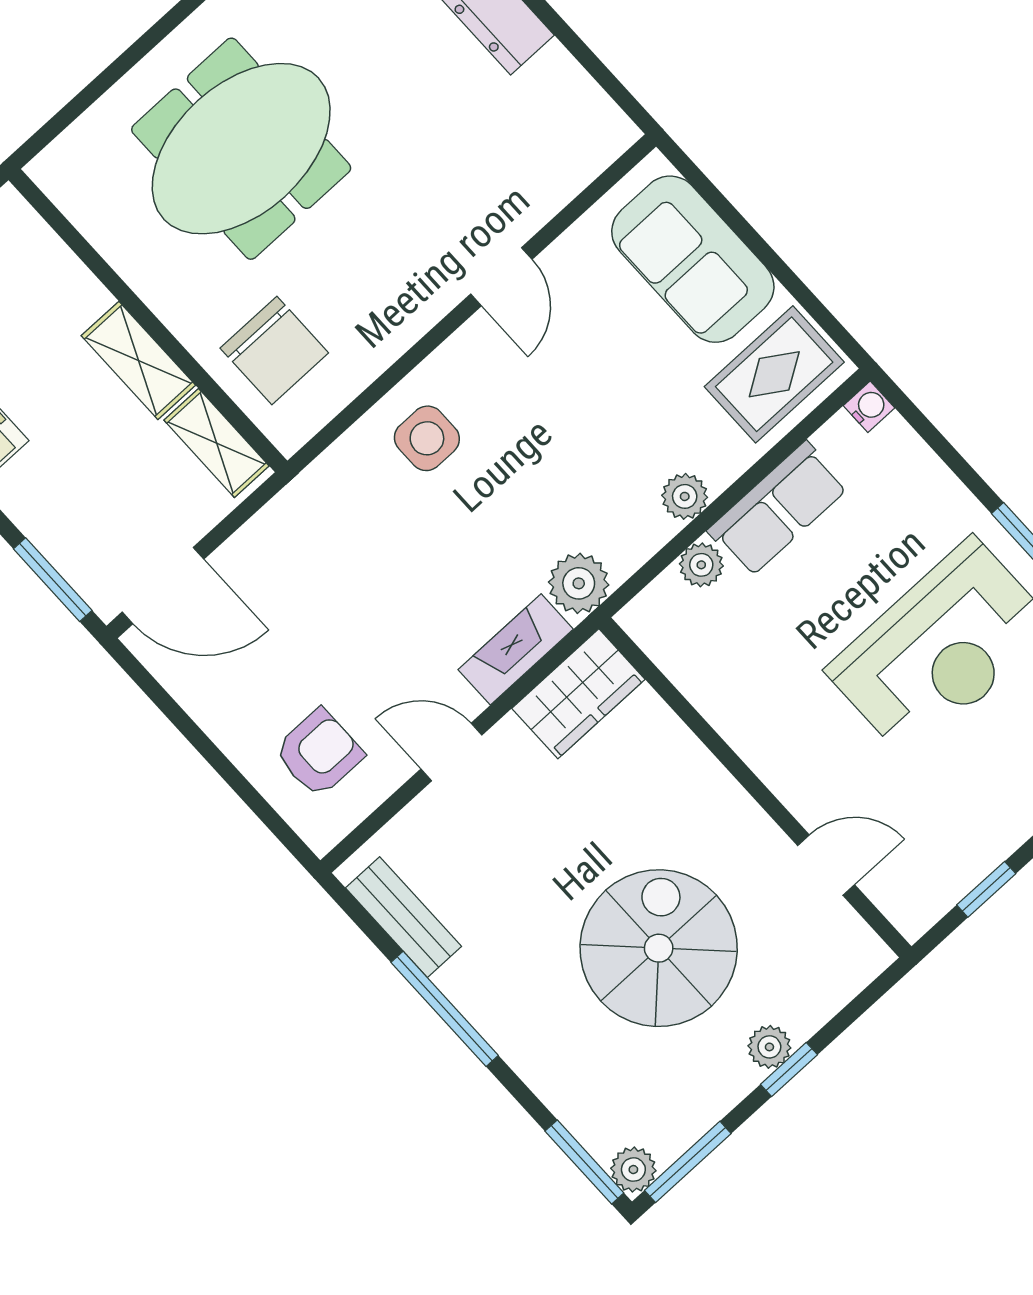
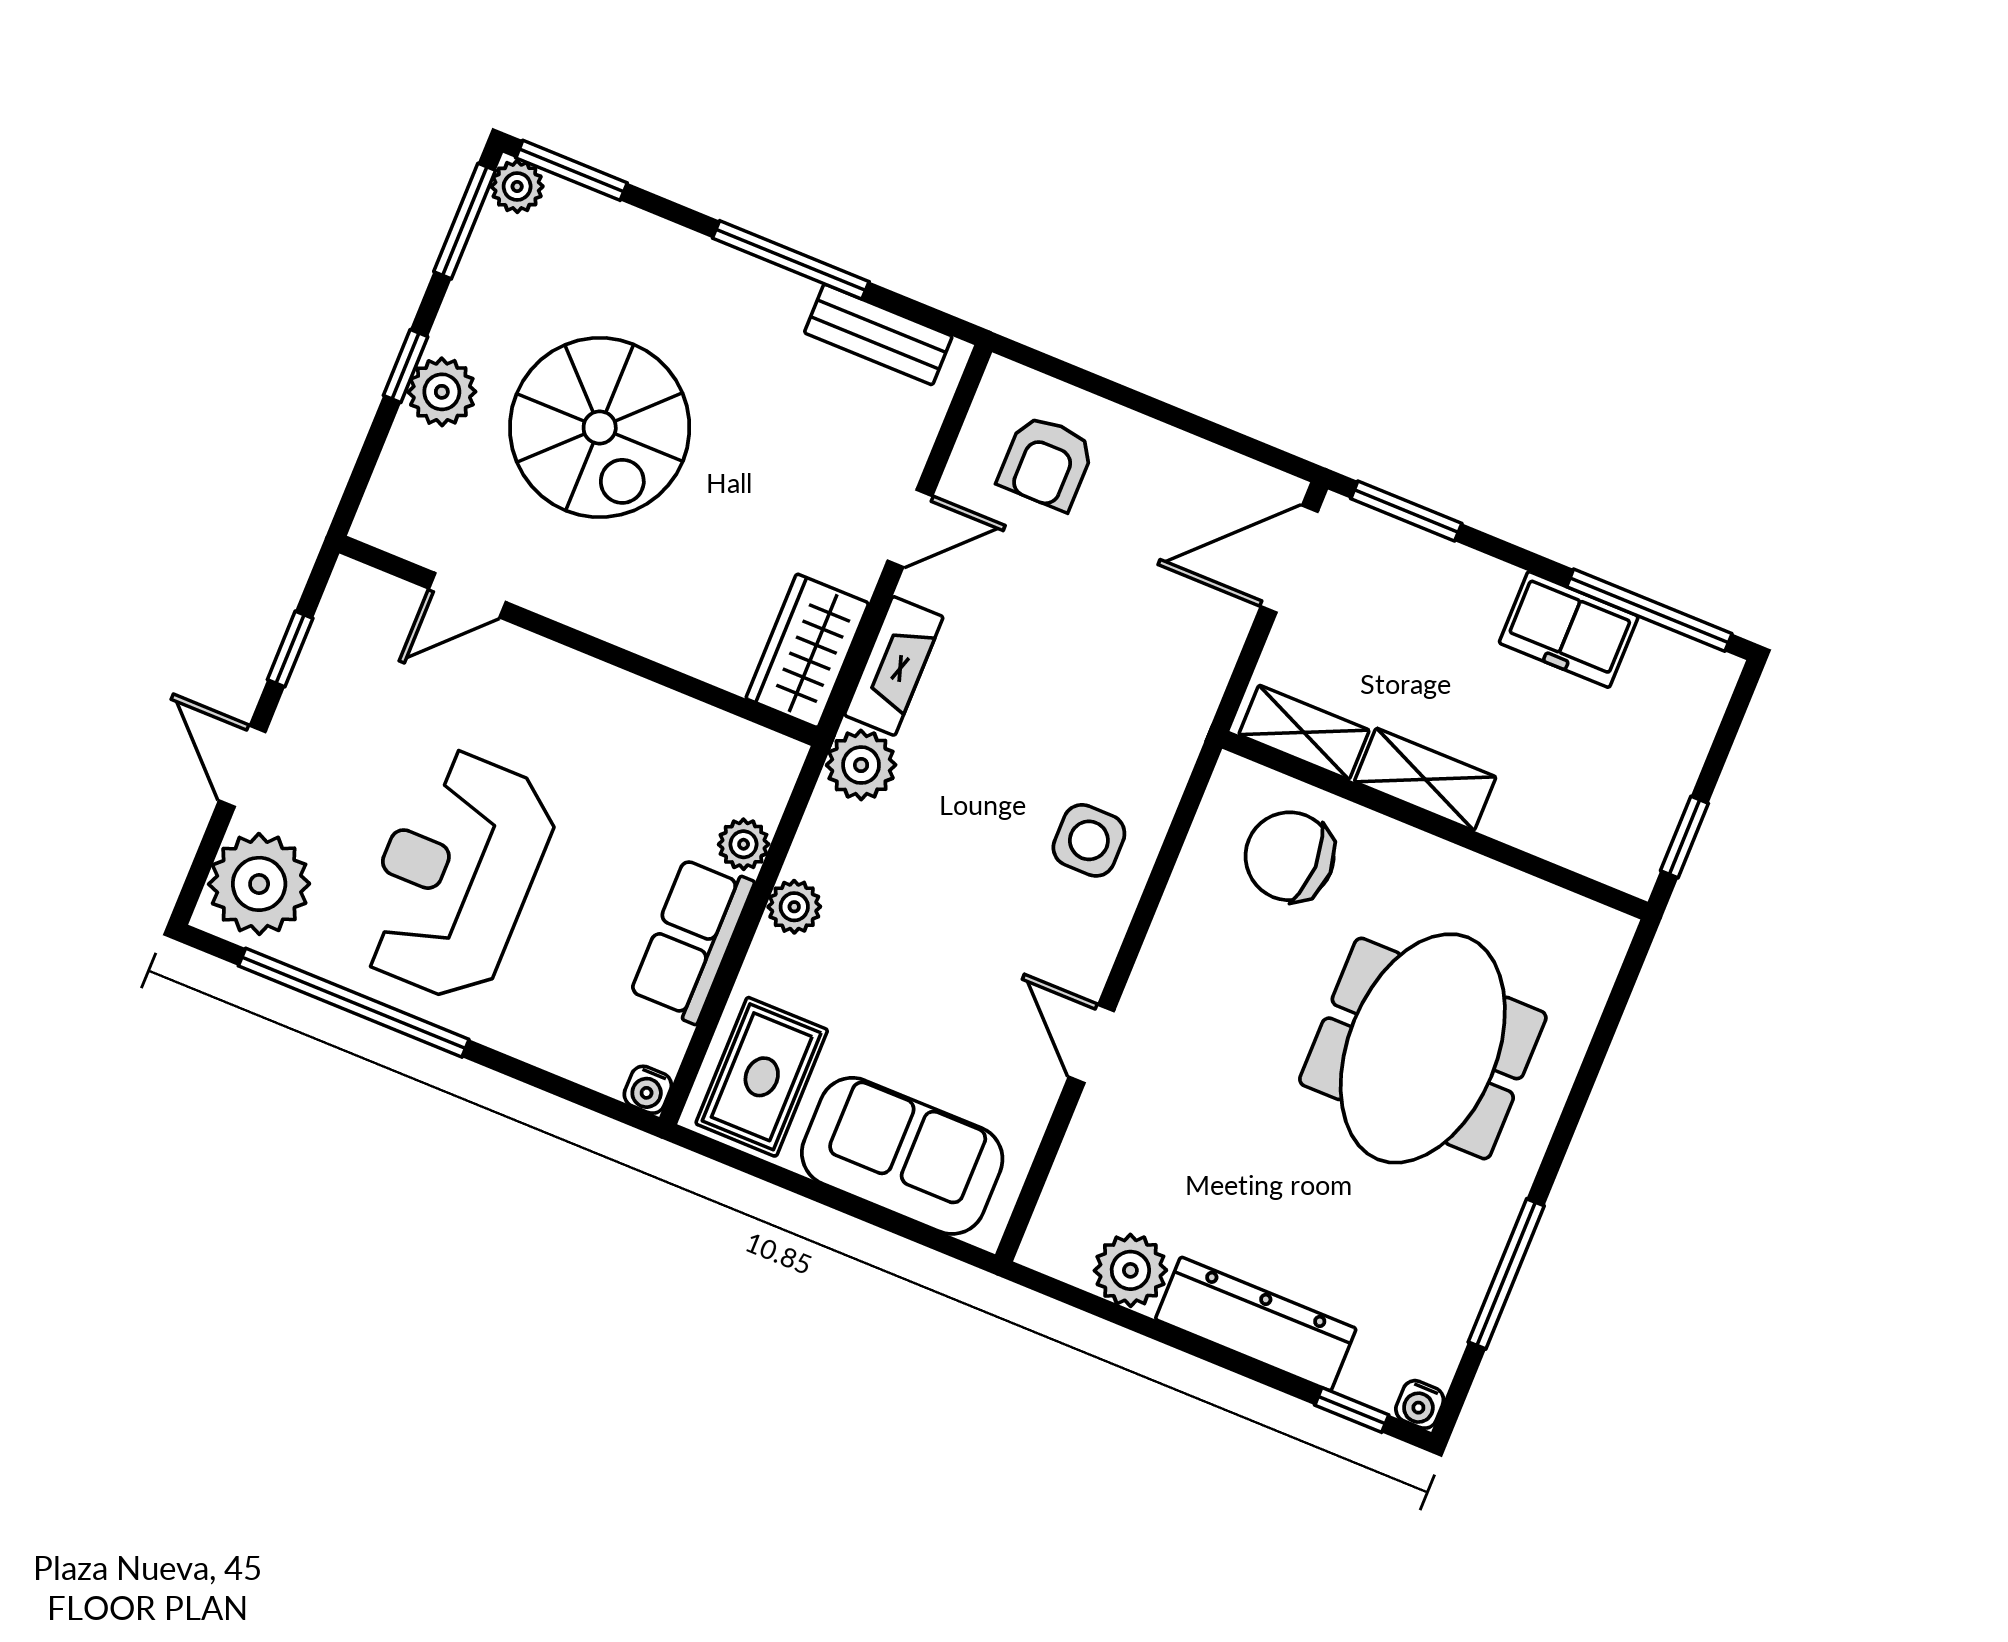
plant: (555, 83) -> (1130, 1270), added
plant: (769, 1047) -> (442, 392), width x1.38, depth x1.38

